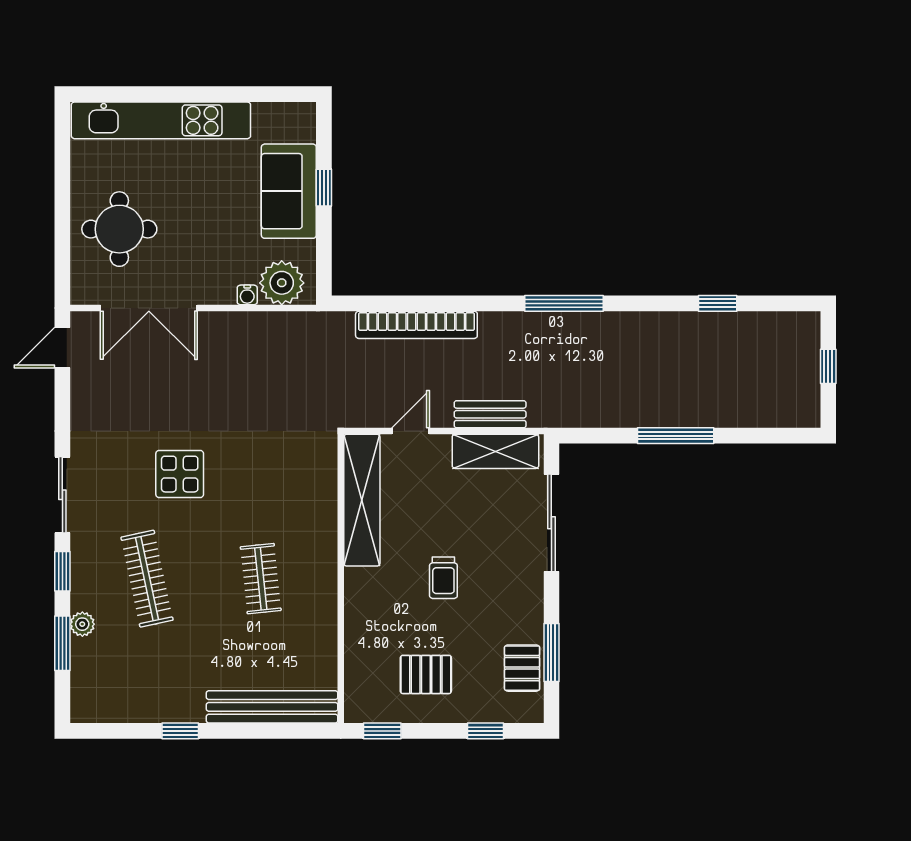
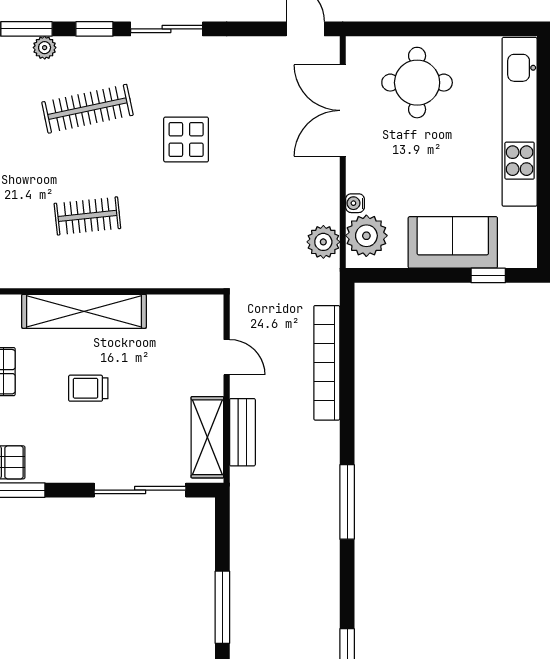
window: (324, 188) -> (488, 275), moved
plant: (288, 328) -> (323, 242), added
shelving: (362, 500) -> (84, 311), moved

